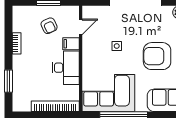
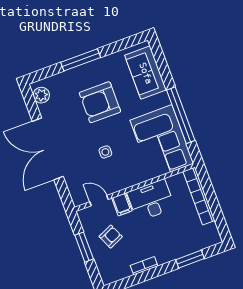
armchair: (157, 56) -> (100, 102), turned 90

